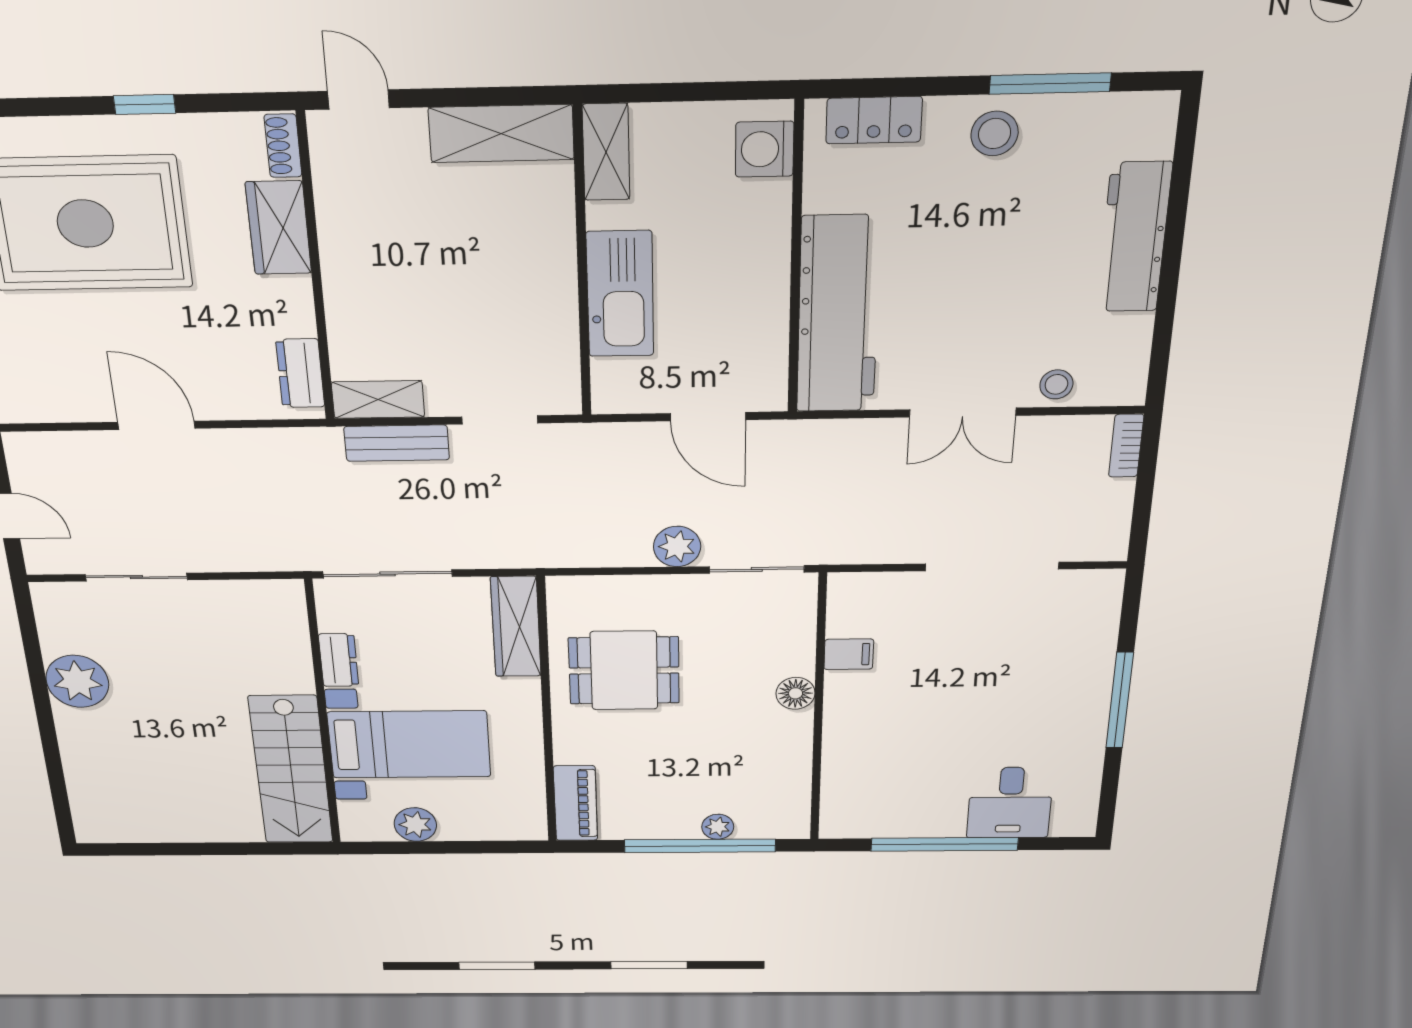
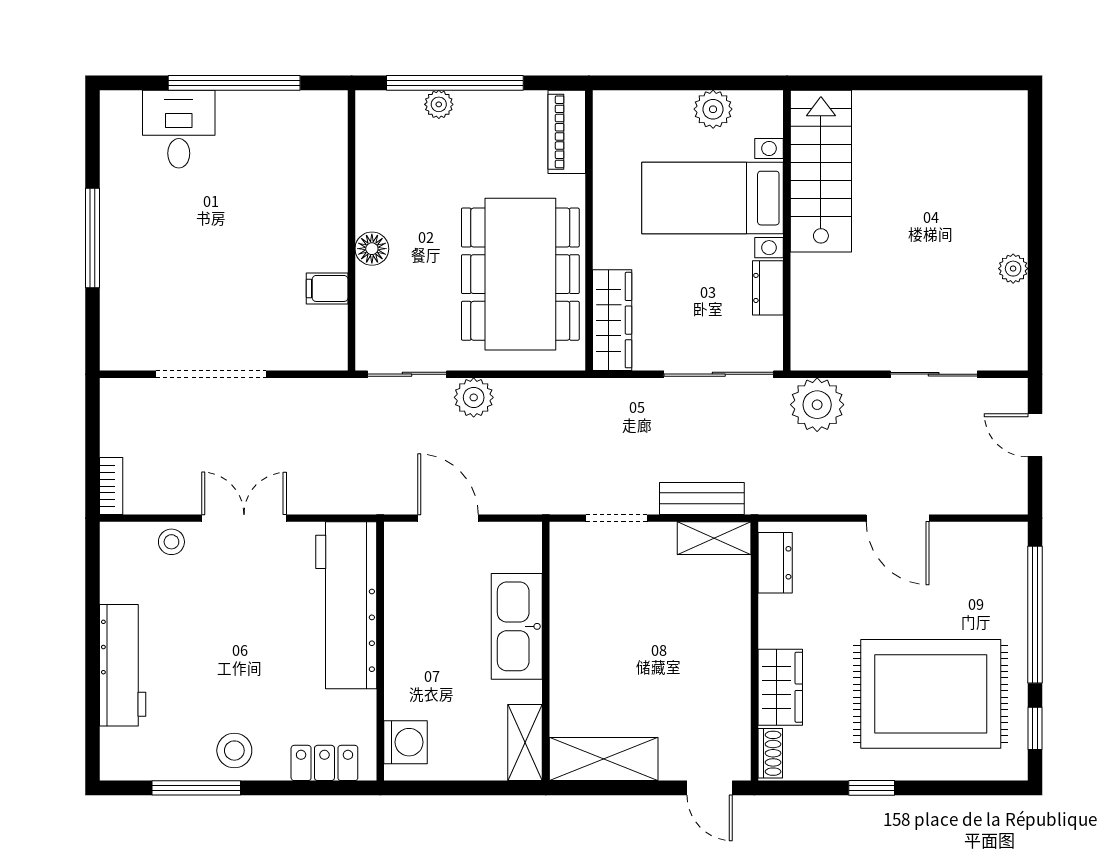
plant: (268, 544) -> (817, 405), added
dining table: (624, 670) -> (520, 274), width x1.88, depth x1.24
plant: (77, 681) -> (1013, 269), width x0.53, depth x0.53

